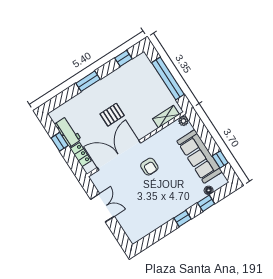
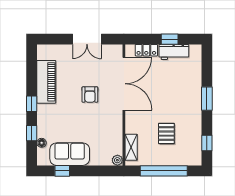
pallet: (112, 115) -> (166, 134), moved
sofa: (199, 156) -> (70, 154), width x0.73
armchair: (149, 167) -> (90, 95), moved, turned -90
piano: (158, 218) -> (46, 82), added

